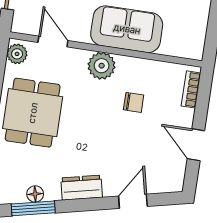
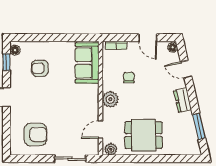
sofa: (127, 29) -> (87, 63), moved
door: (196, 145) -> (148, 38), hinge flipped
floor lamp: (35, 194) -> (173, 47), moved

